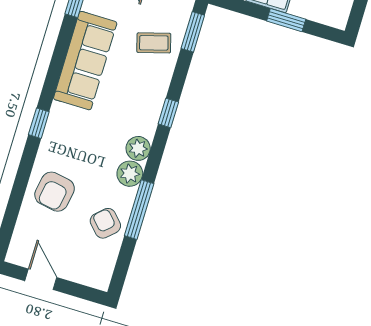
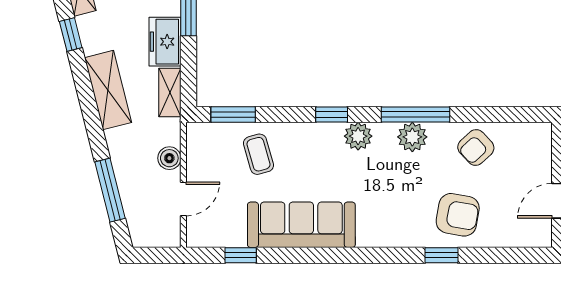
window: (39, 123) -> (441, 255), moved
plant: (138, 148) -> (358, 136), moved
window: (139, 210) -> (416, 114), moved

